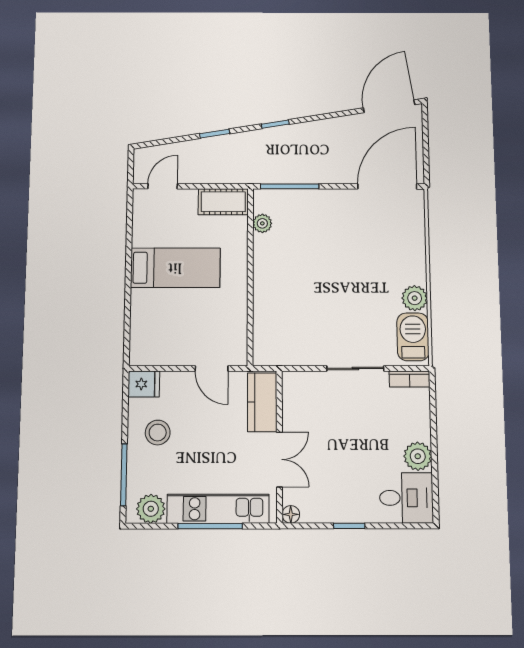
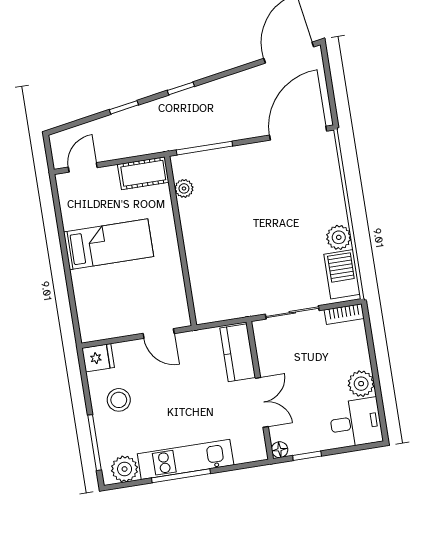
kitchen counter: (262, 402) -> (238, 353), moved
wall: (279, 446) -> (260, 390), moved
double door: (279, 459) -> (262, 402), moved
floor lamp: (291, 514) -> (280, 450), moved

